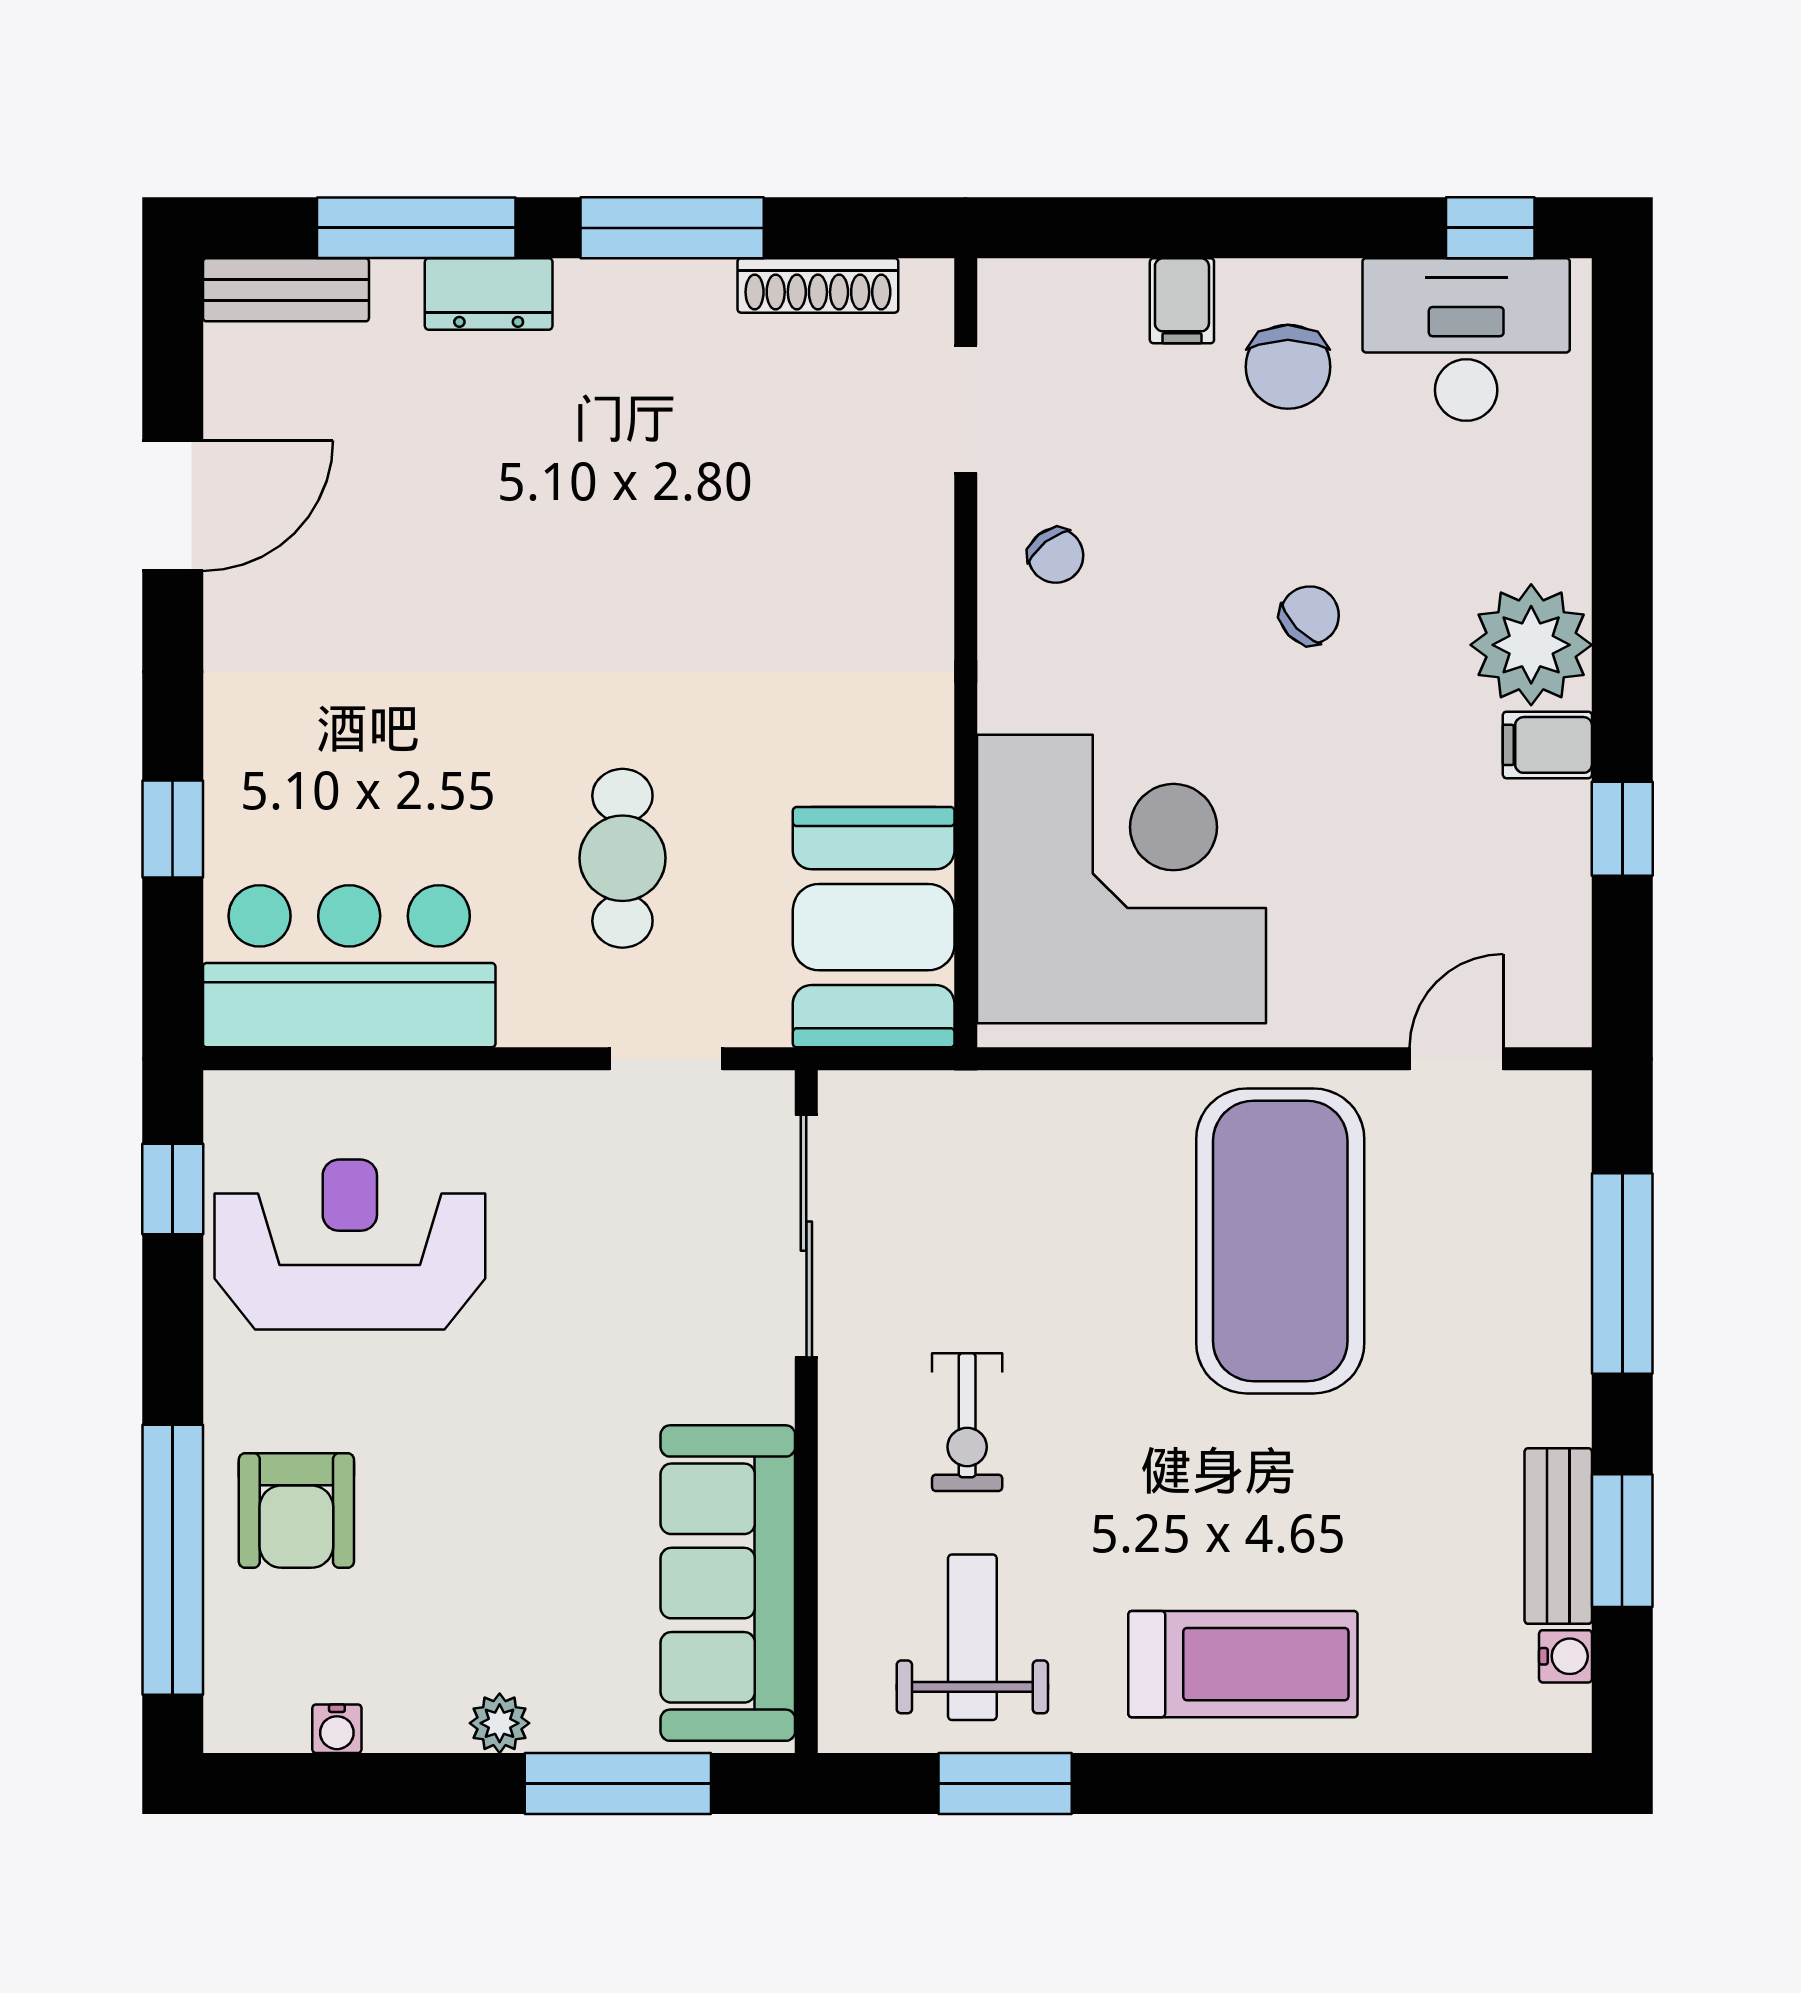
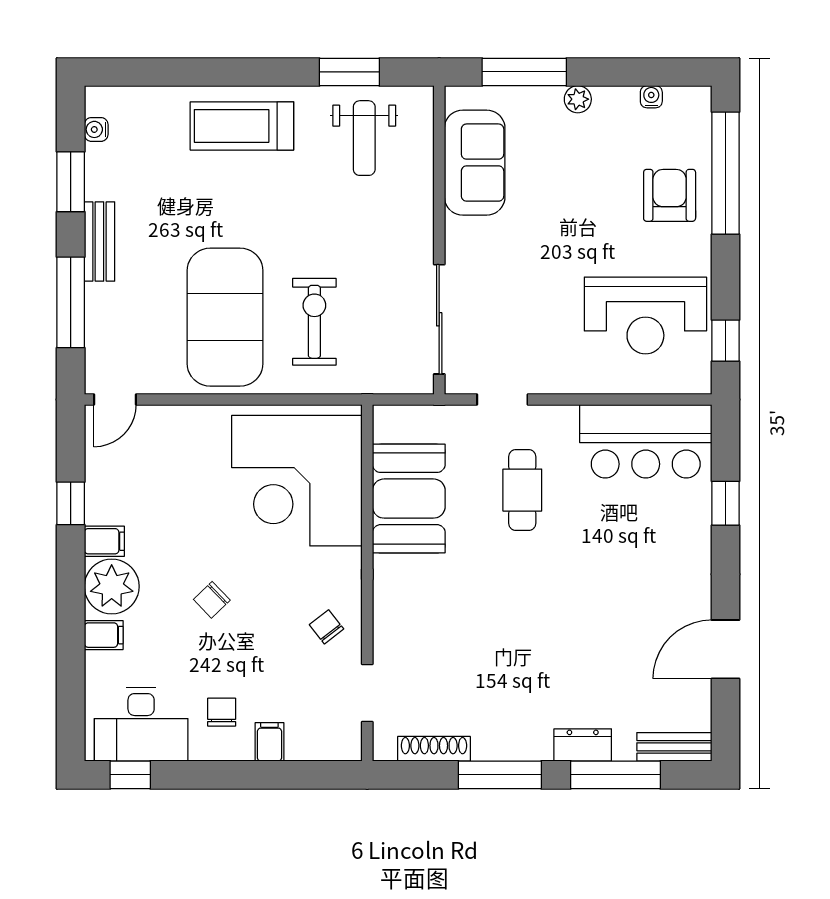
chair: (1288, 367) -> (222, 712), width x0.73, depth x0.73
filing cabinet: (1549, 537) -> (104, 635), added
booth: (874, 927) -> (409, 499), moved
door: (1456, 1059) -> (115, 399), moved
exercise bike: (967, 1422) -> (314, 322), moved, width x1.38, depth x1.39
bench: (1558, 1536) -> (99, 241), moved
sofa: (728, 1583) -> (475, 163), width x0.73

